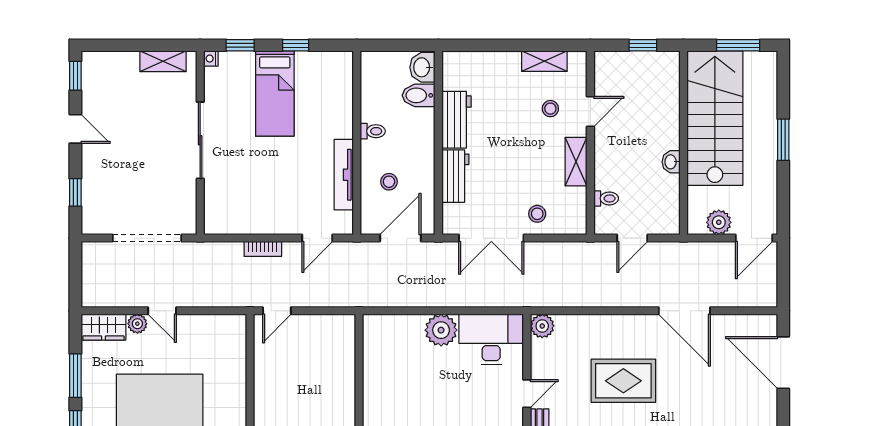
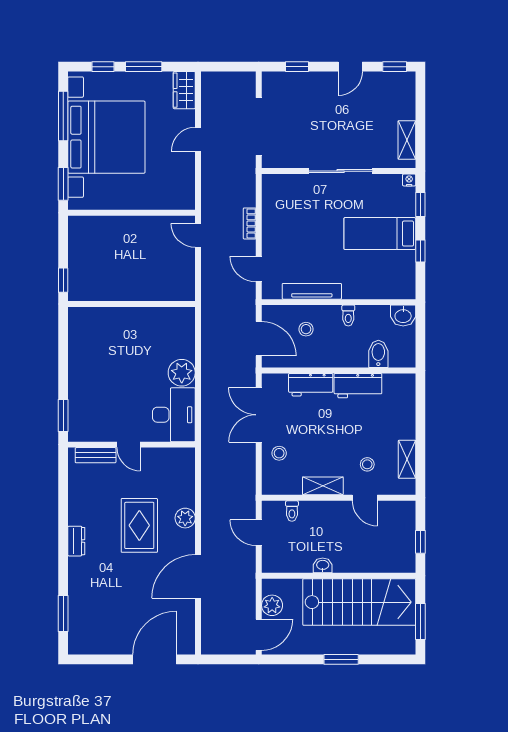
washbasin: (422, 67) -> (403, 316), moved, turned 180
door: (754, 238) -> (259, 635), swing flipped
plant: (137, 324) -> (187, 118), removed
plant: (542, 326) -> (185, 518), moved

